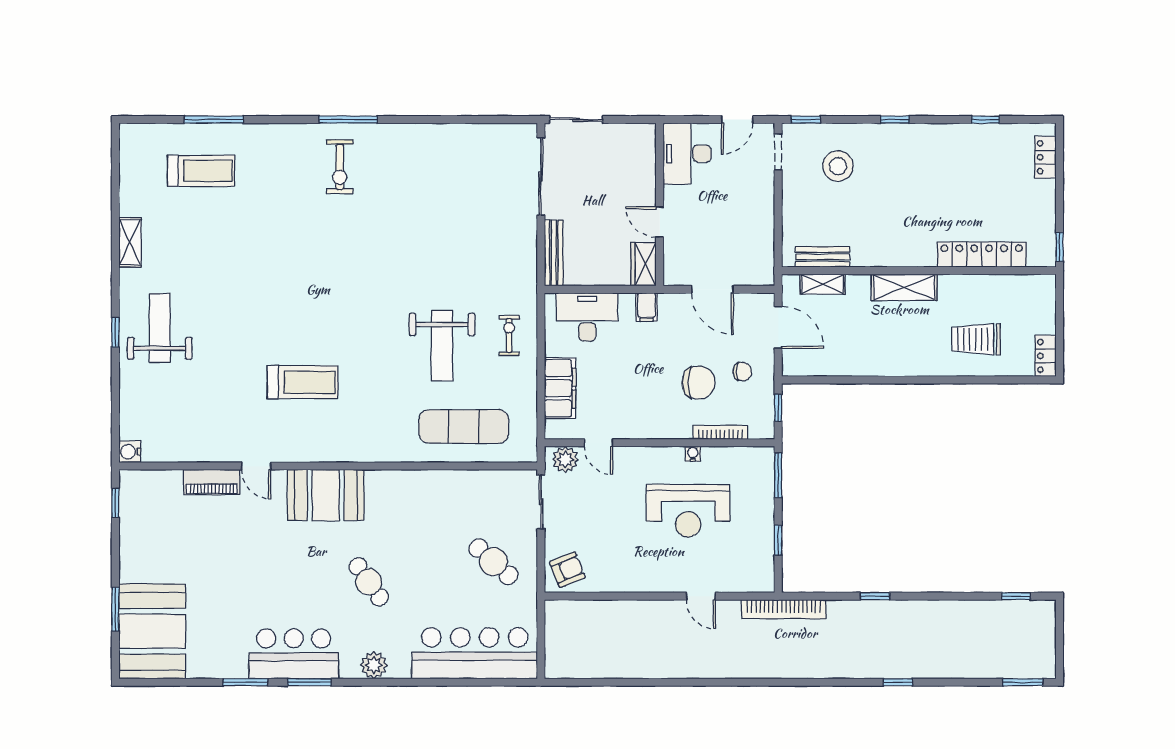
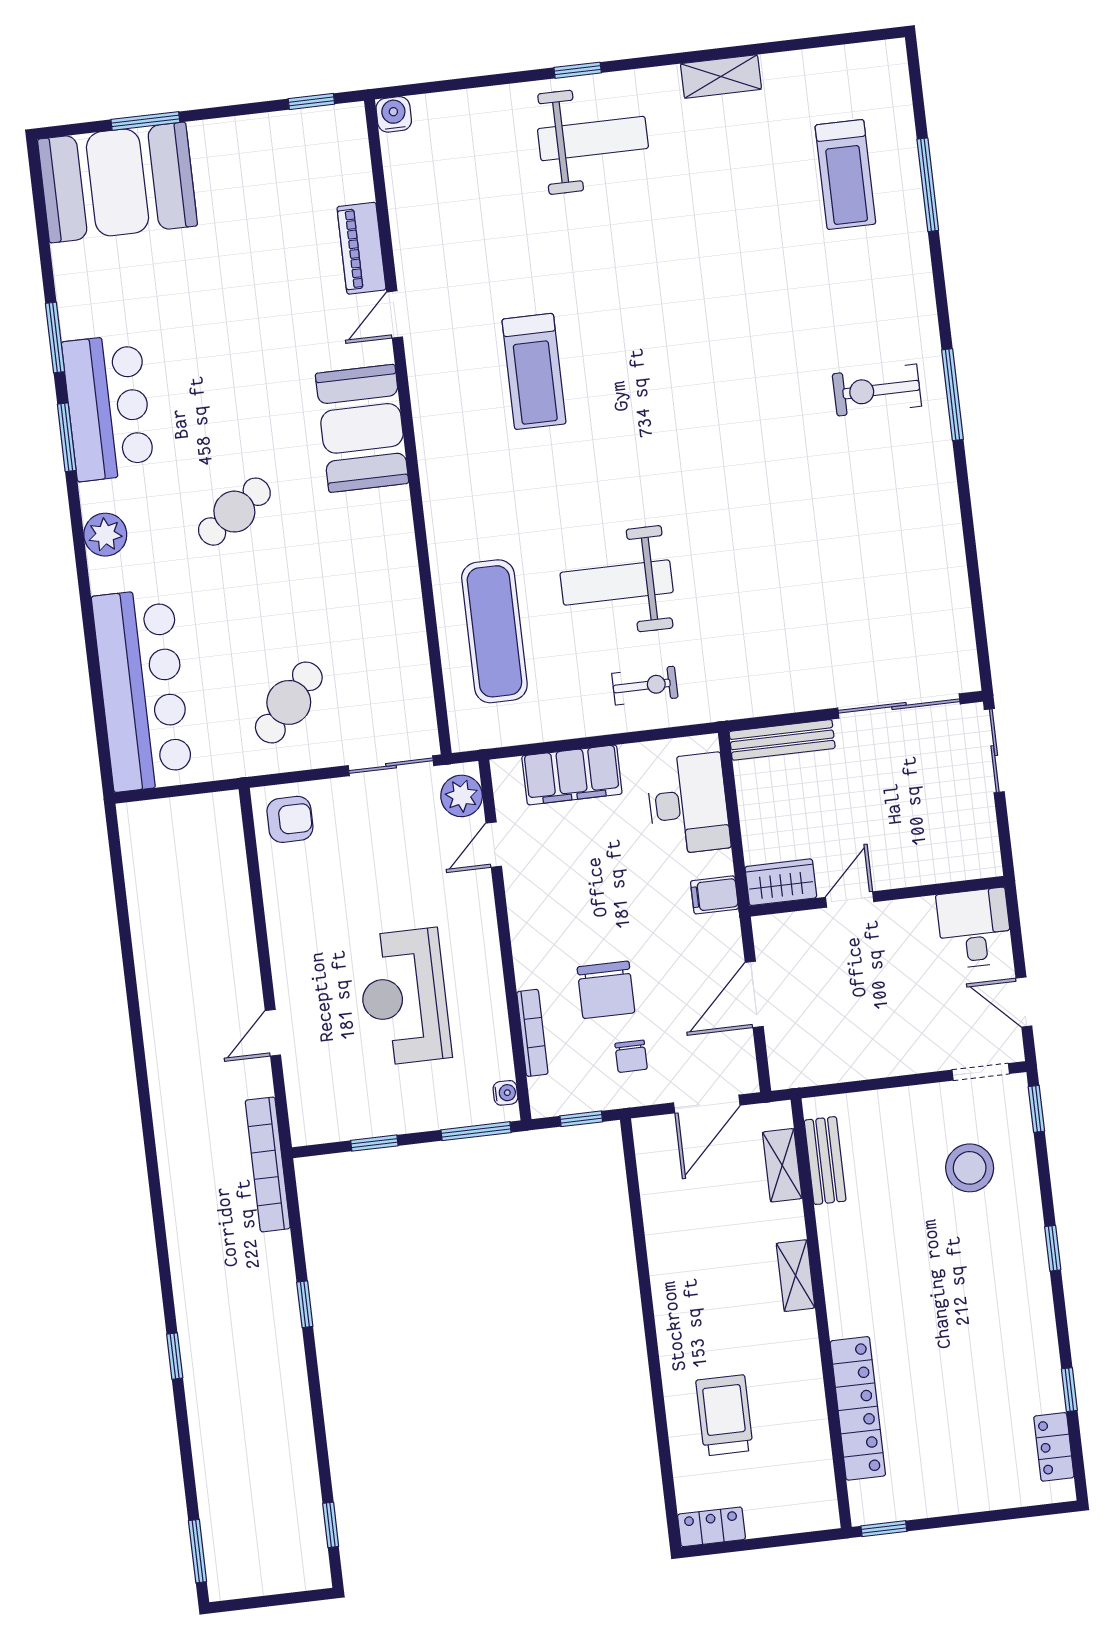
desk: (687, 154) -> (974, 928), width x0.73
locker: (1045, 157) -> (1054, 1447), moved, turned -90
shelving: (904, 287) -> (796, 1276), width x0.67, depth x0.75
water cooler: (693, 454) -> (505, 1093), moved
armchair: (567, 570) -> (290, 819), turned -68

